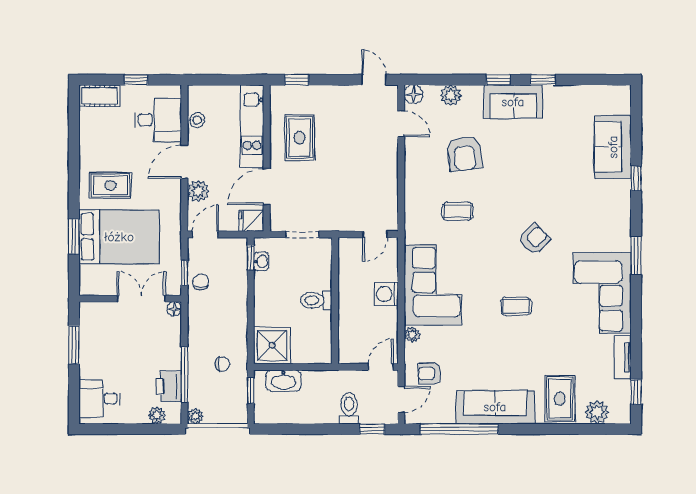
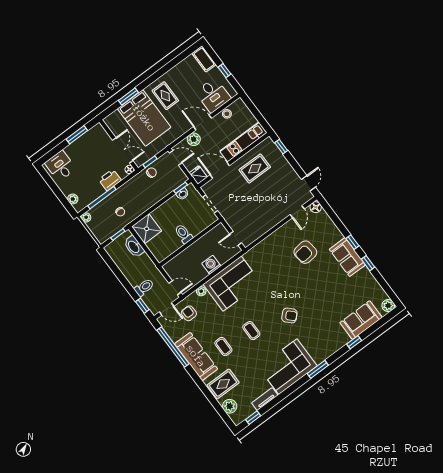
plant: (451, 95) -> (388, 306), moved
coffee table: (458, 211) -> (223, 347), moved
printer: (169, 386) -> (110, 180), moved

